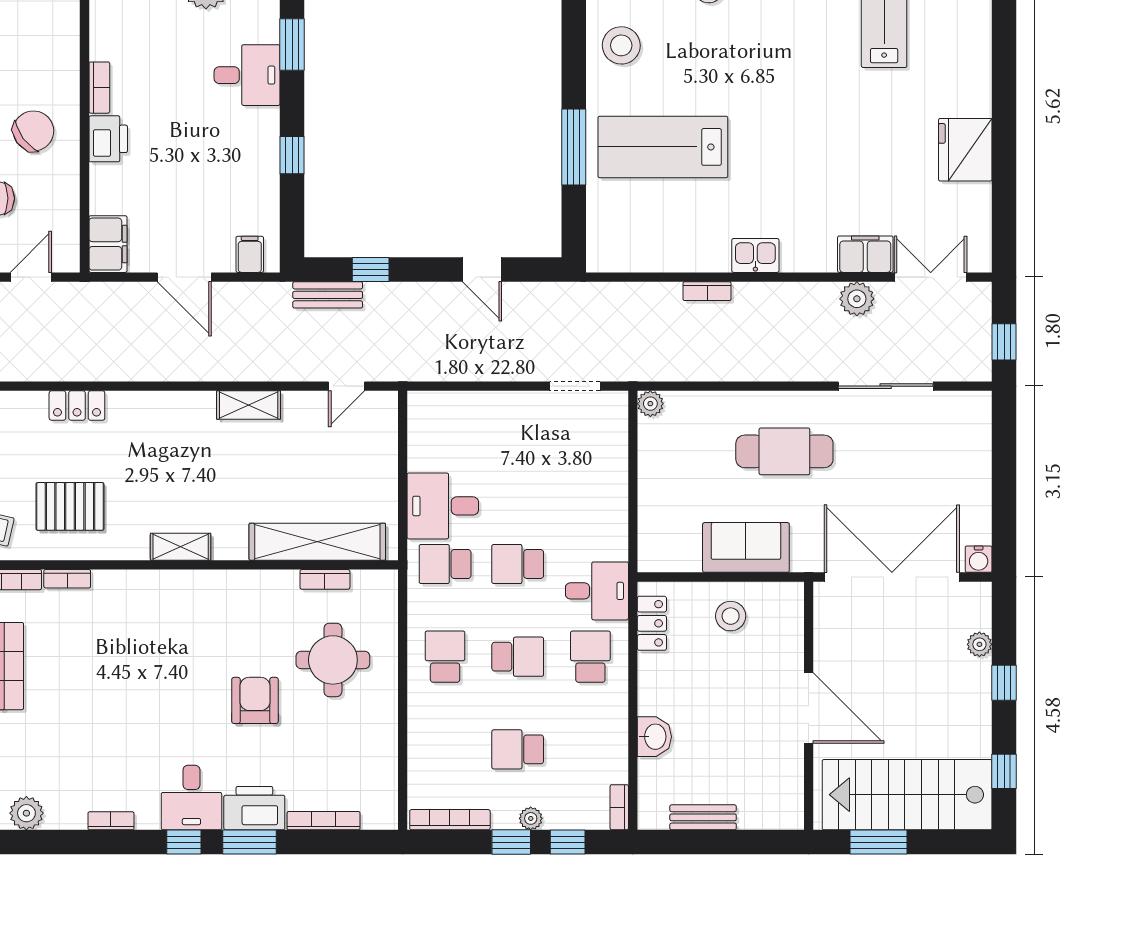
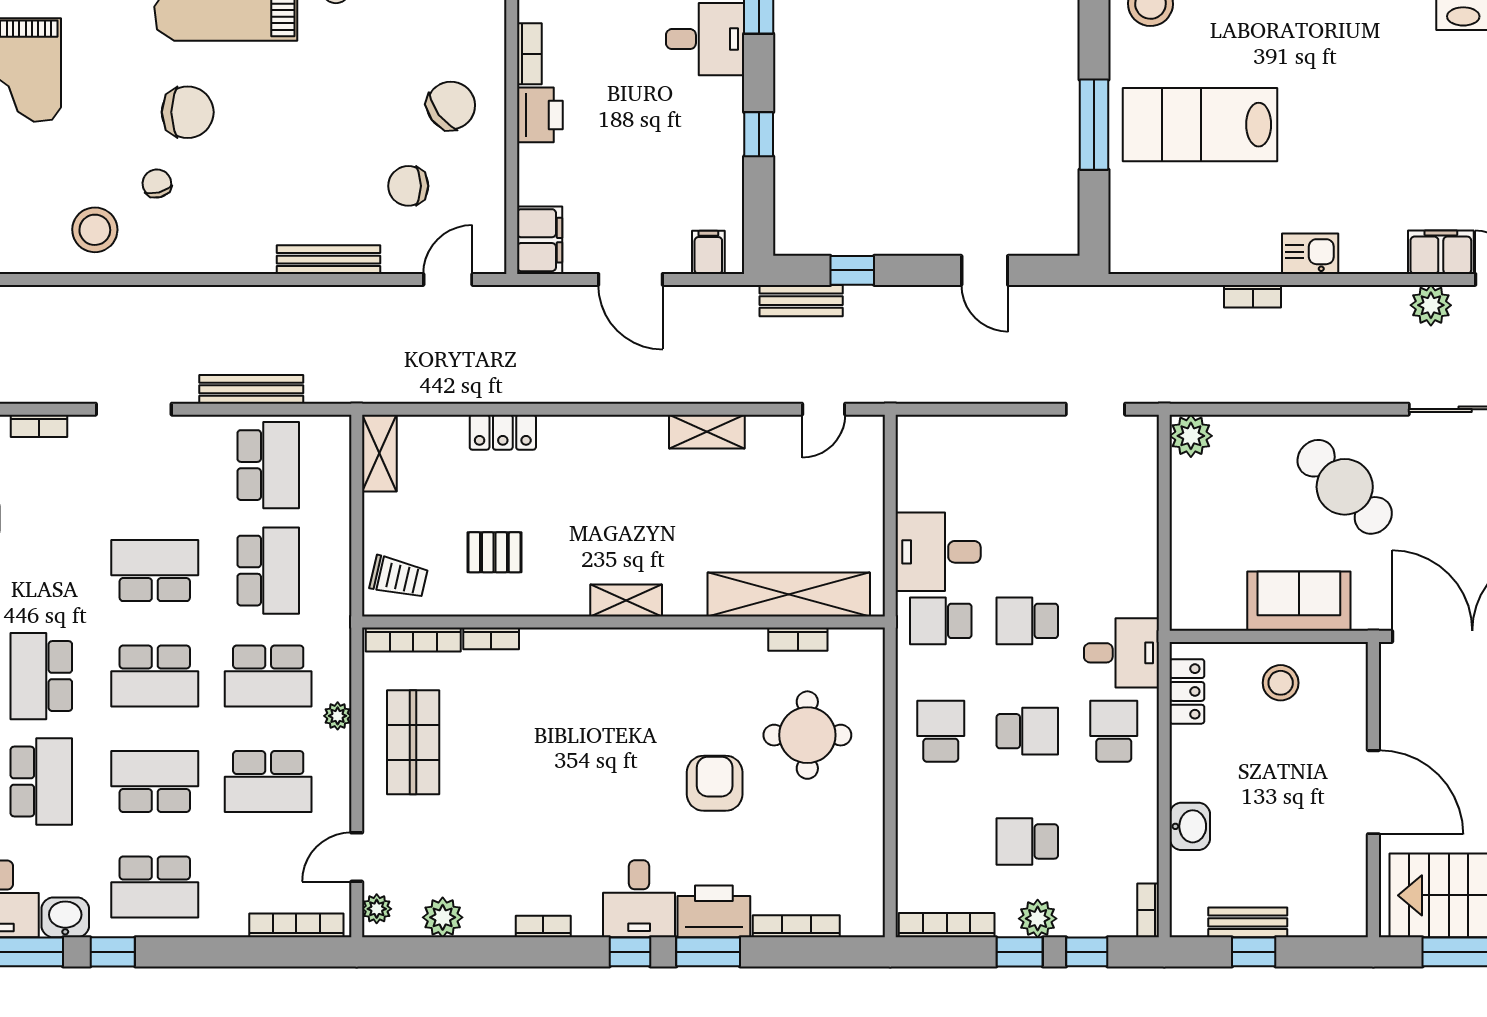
plant: (650, 404) -> (1191, 436), width x1.38, depth x1.38
cafe table: (784, 451) -> (1345, 487), turned 45
pallet: (70, 506) -> (494, 552), width x0.67, depth x0.71
plant: (531, 818) -> (1038, 919), width x1.38, depth x1.38
window: (708, 842) -> (1254, 952), added

